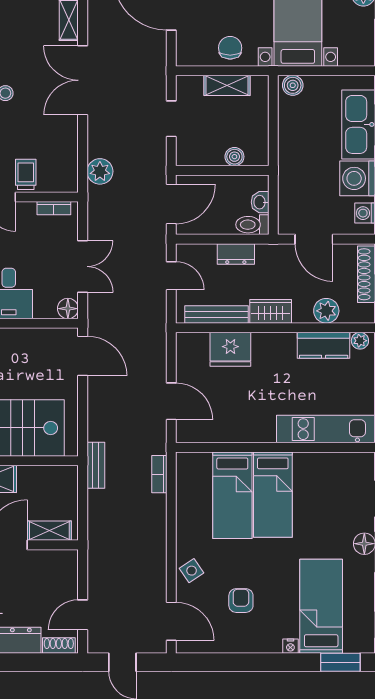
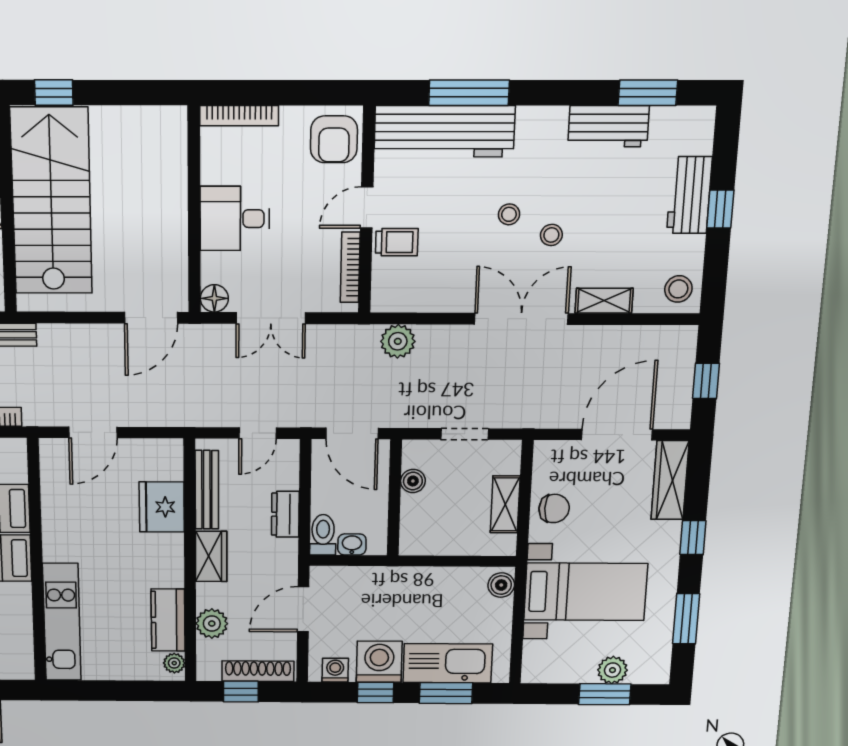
stool: (20, 61) -> (551, 235), added
boiler: (234, 157) -> (413, 481), moved
bookcase: (54, 208) -> (350, 267), width x1.56

